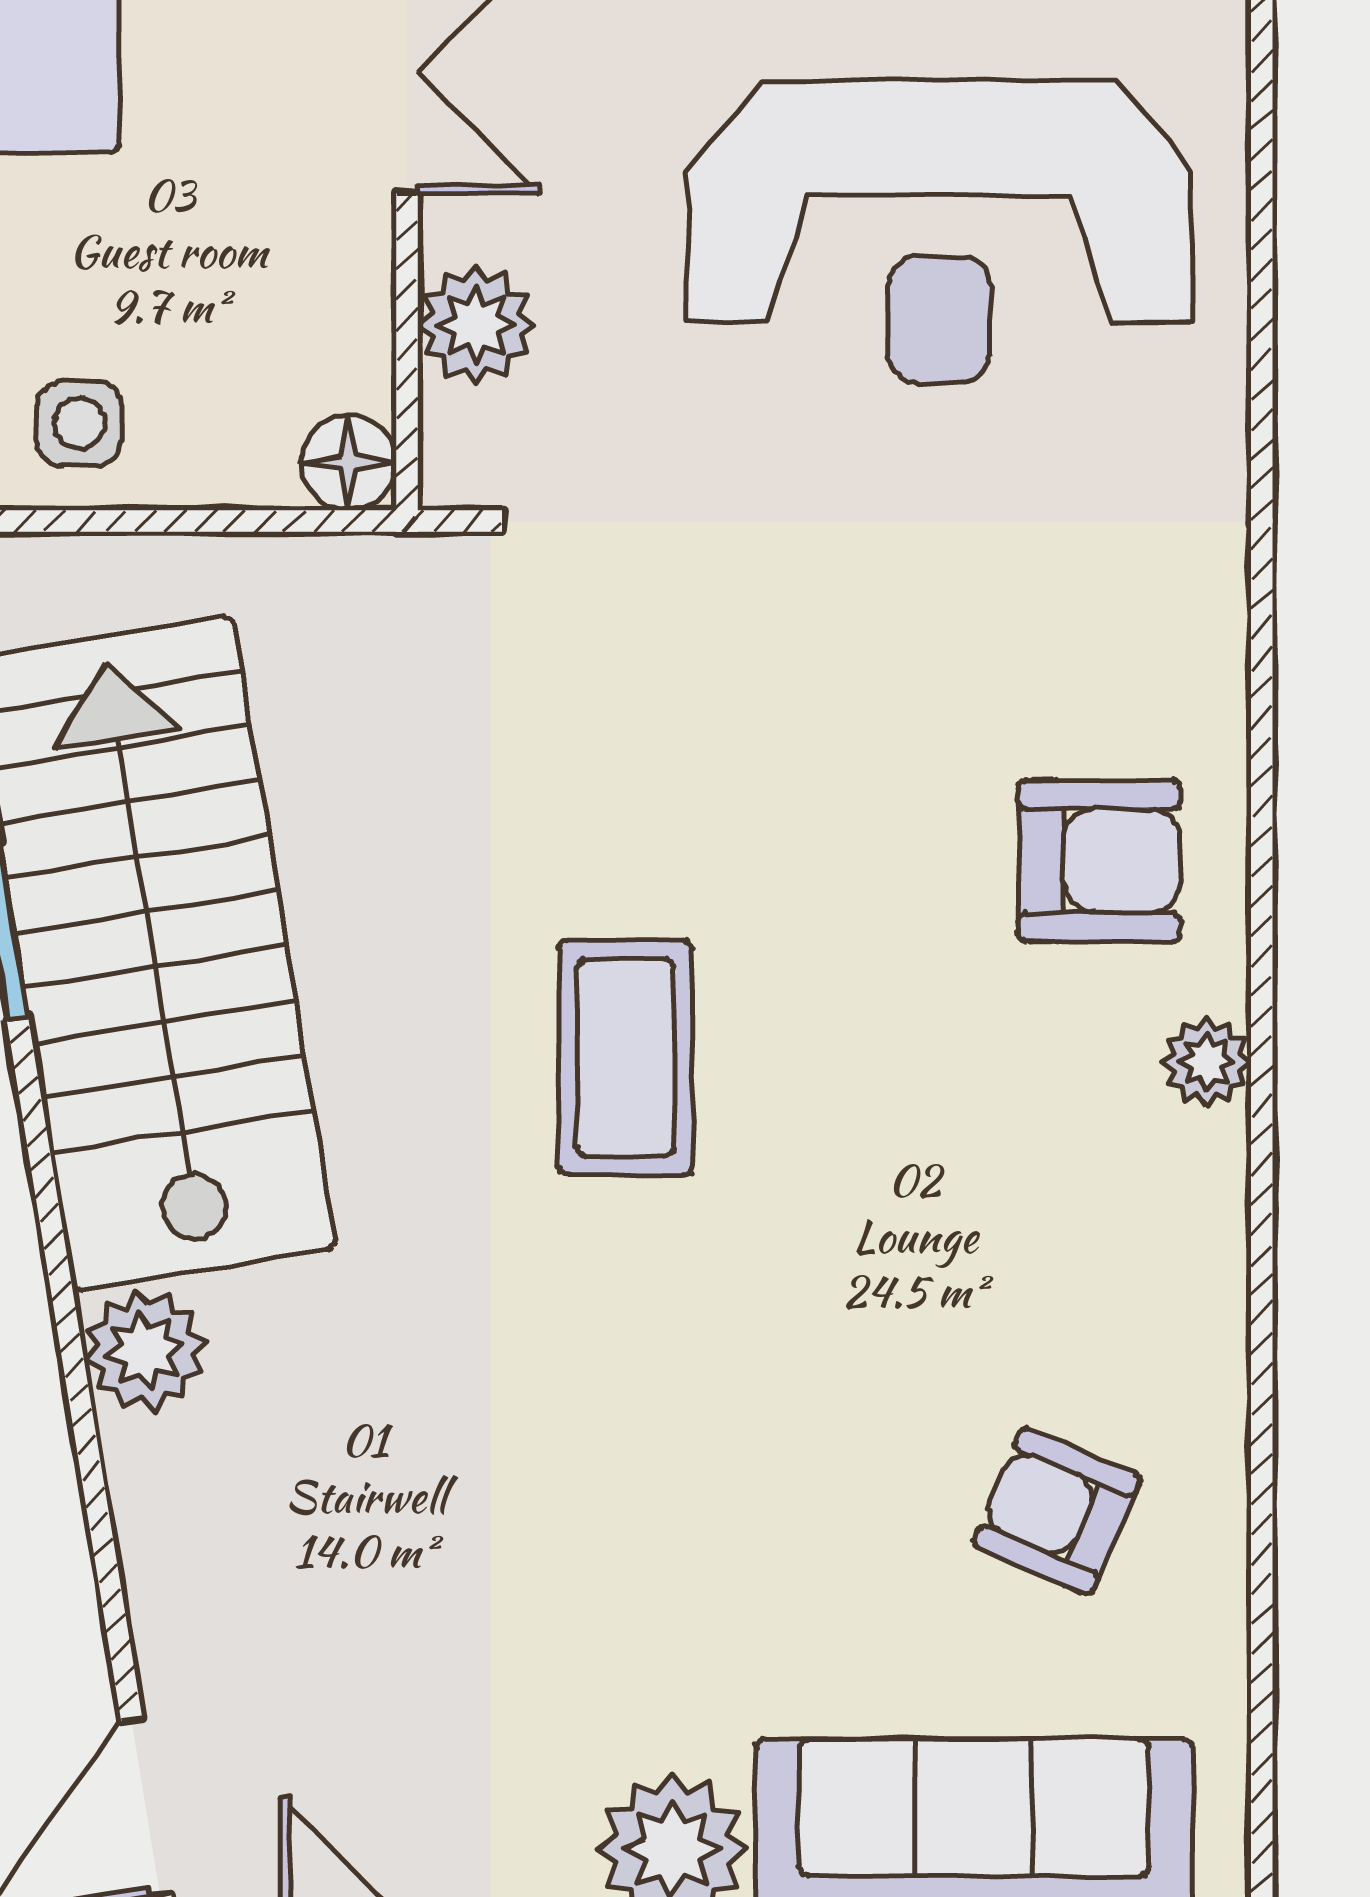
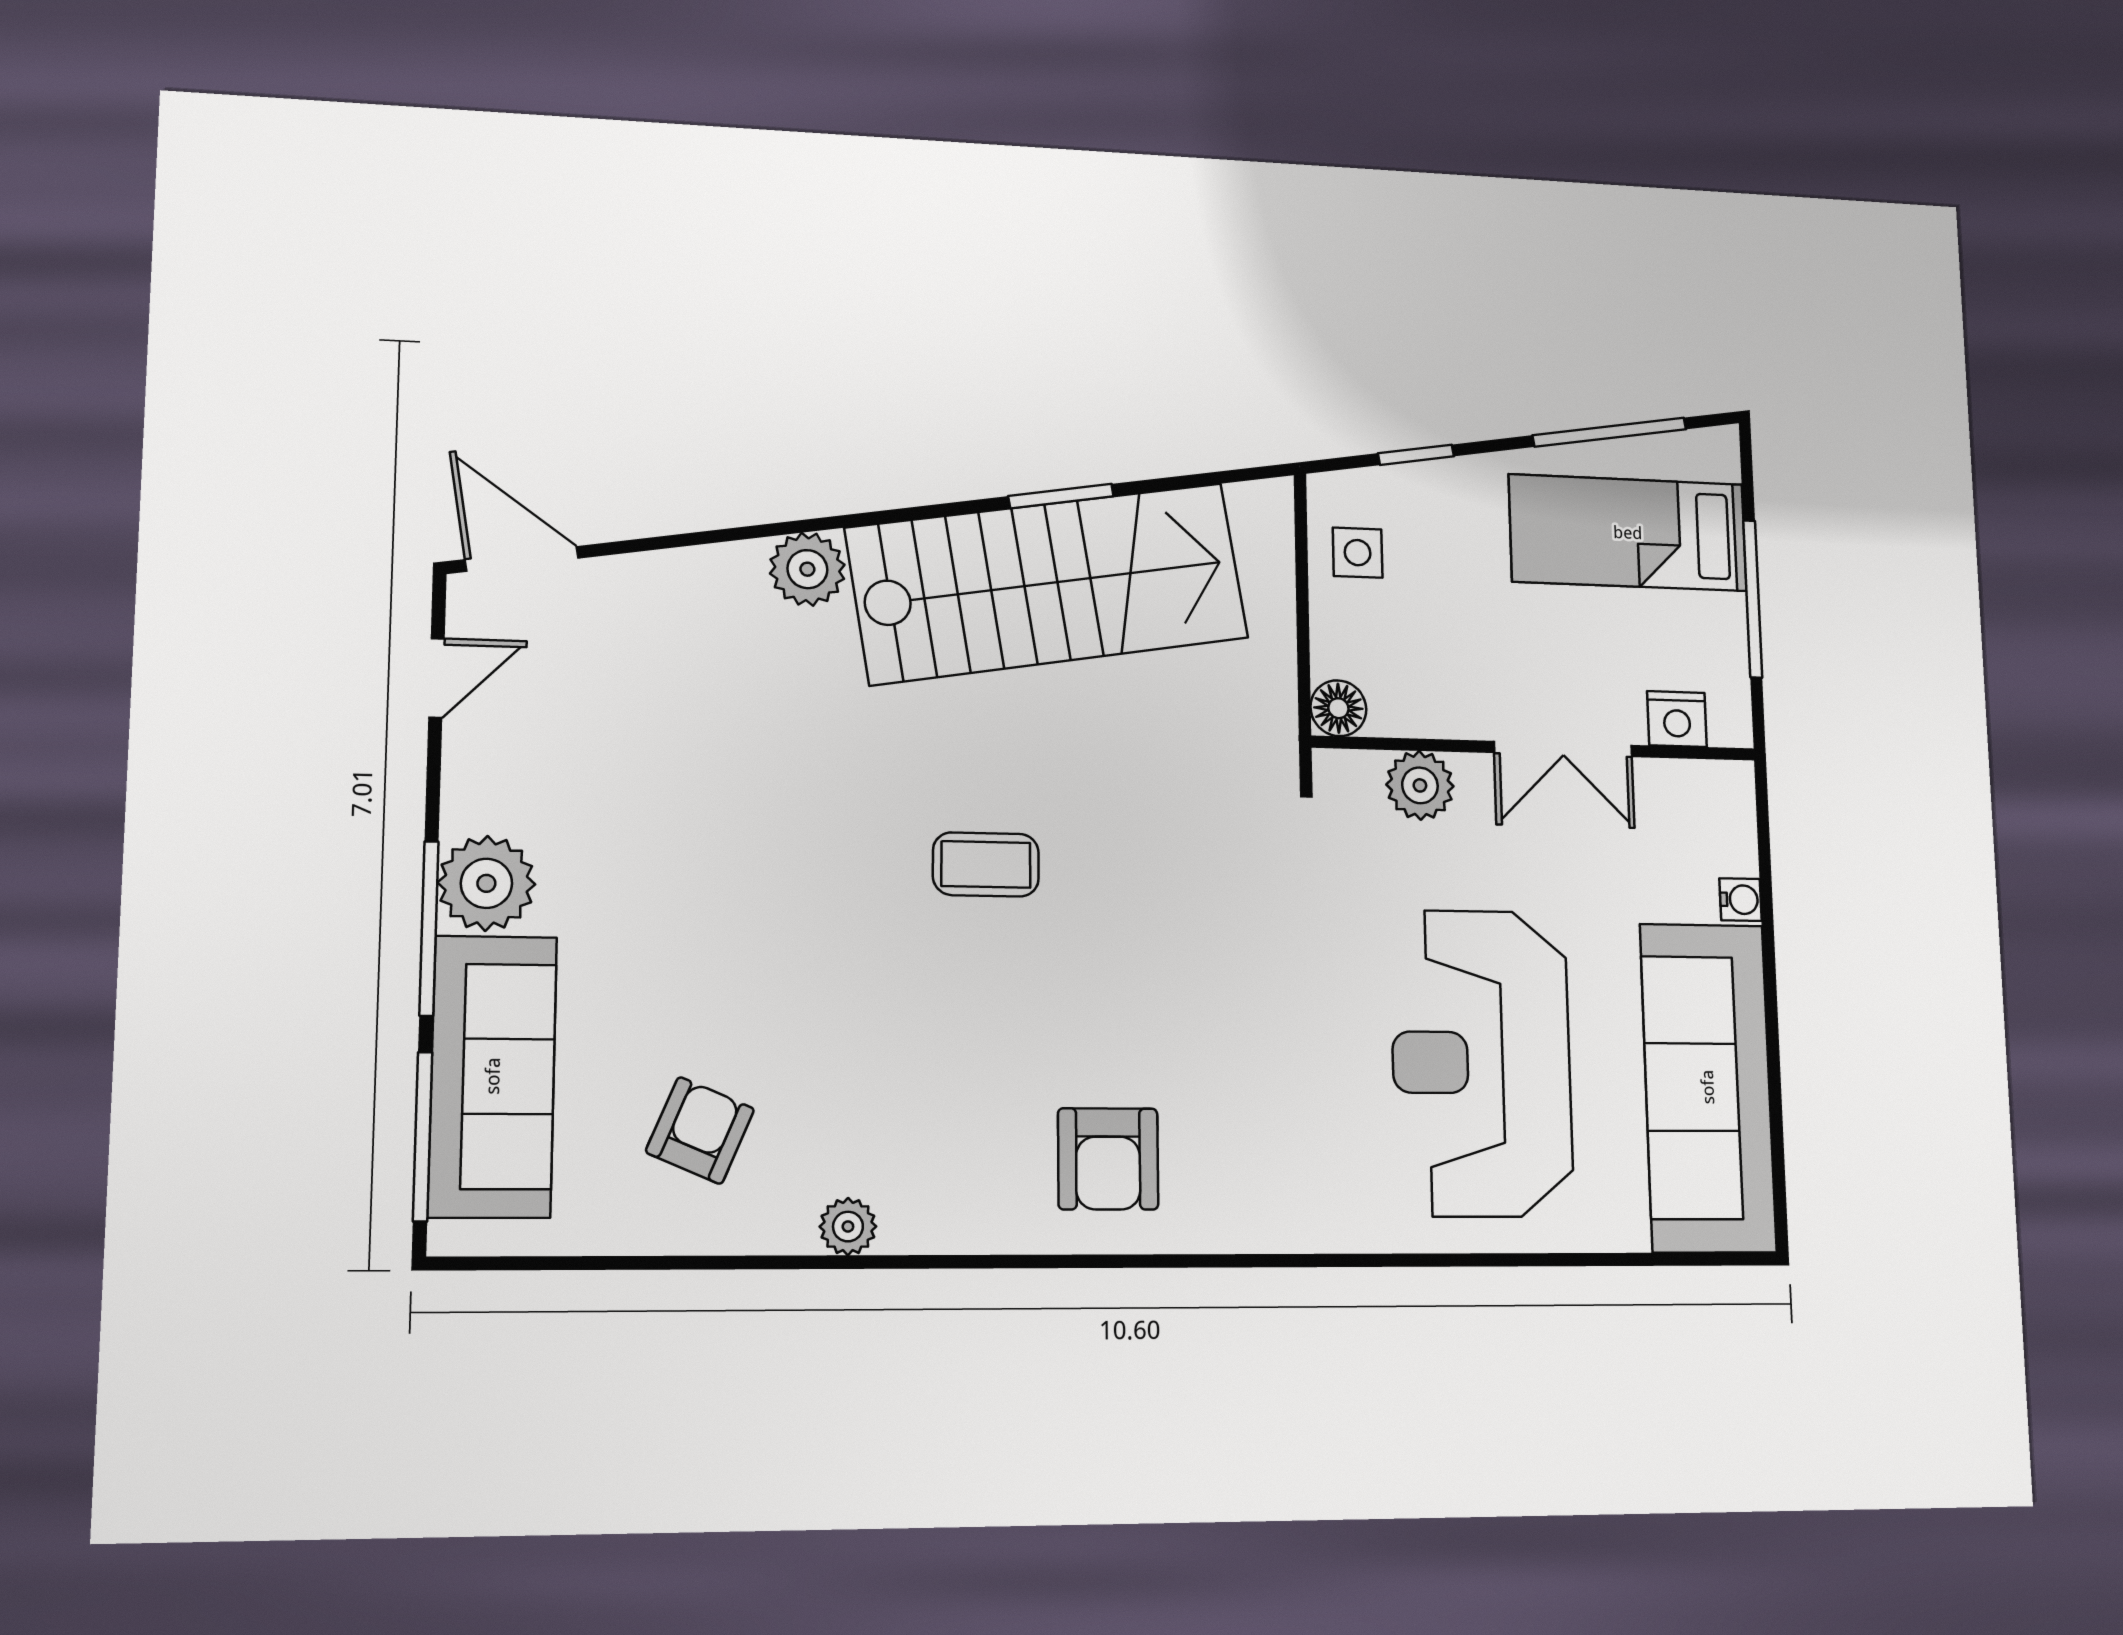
coffee table: (625, 1058) -> (986, 864), width x0.73, depth x0.77
plant: (1206, 1062) -> (848, 1227), moved

